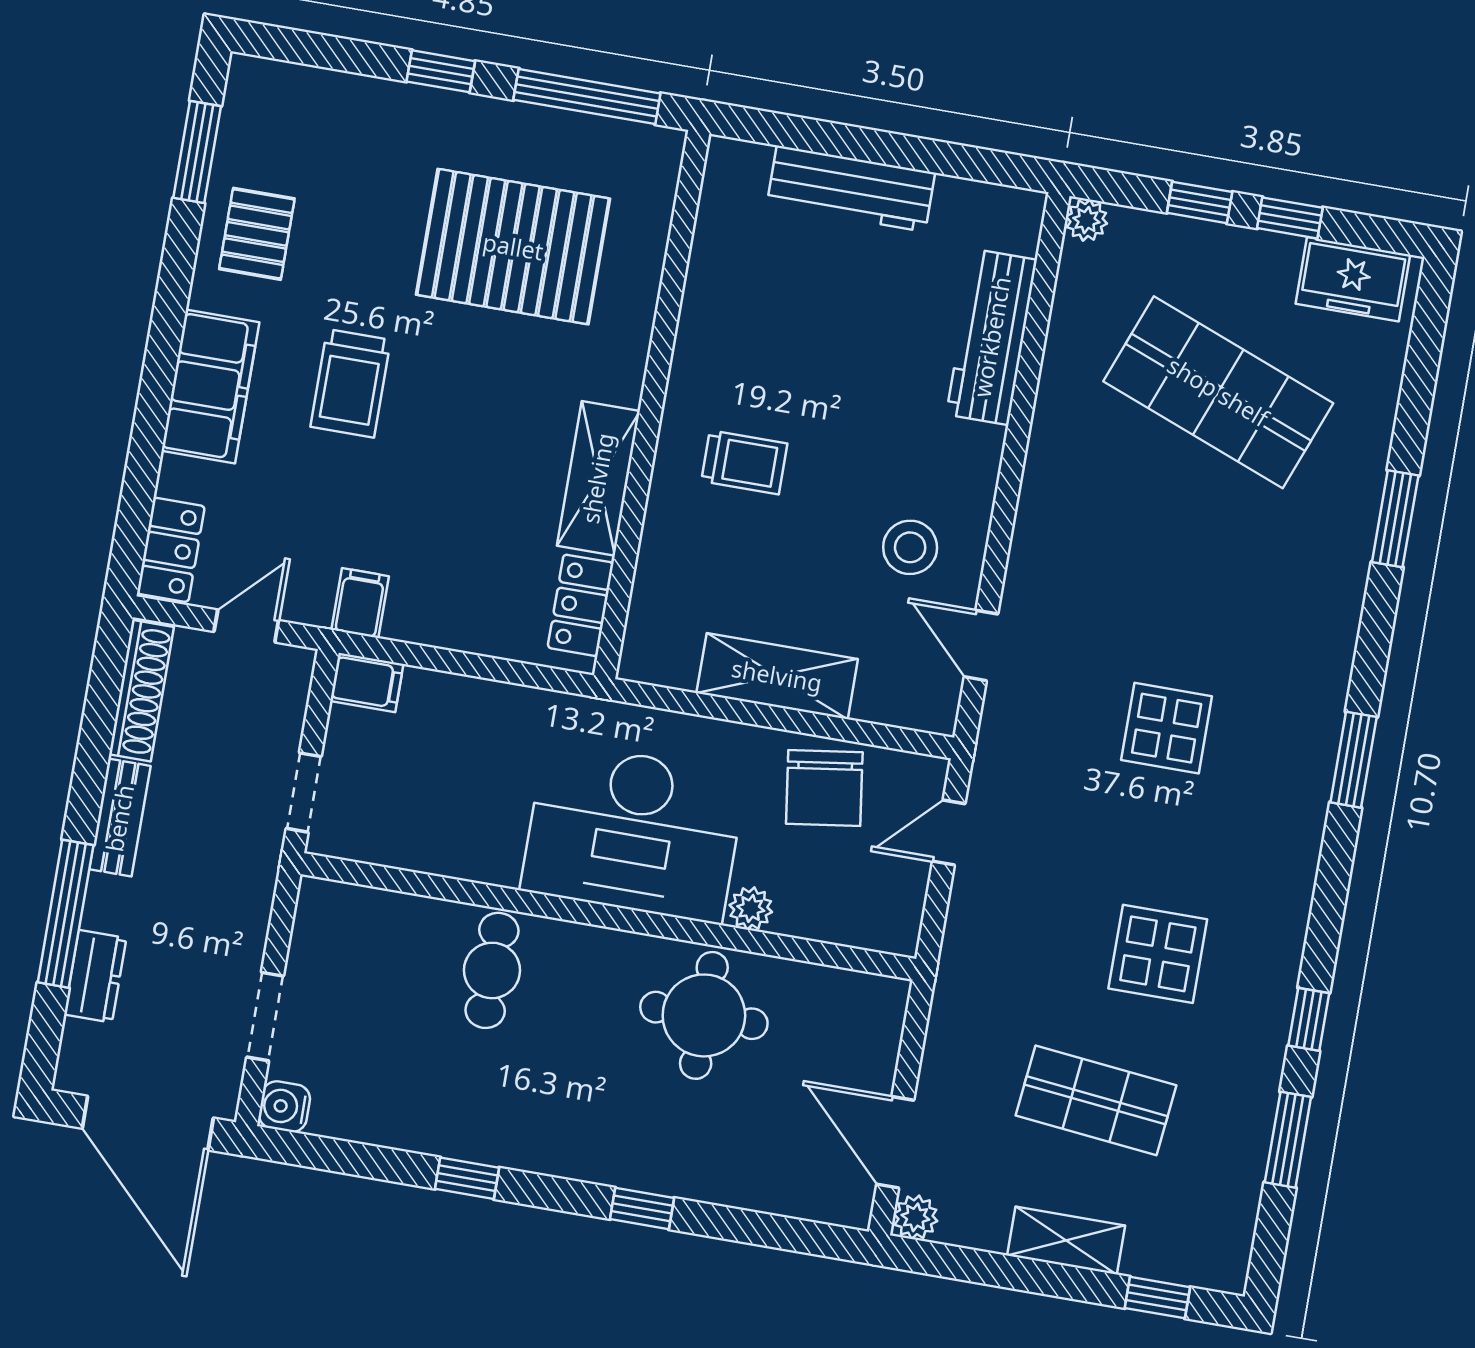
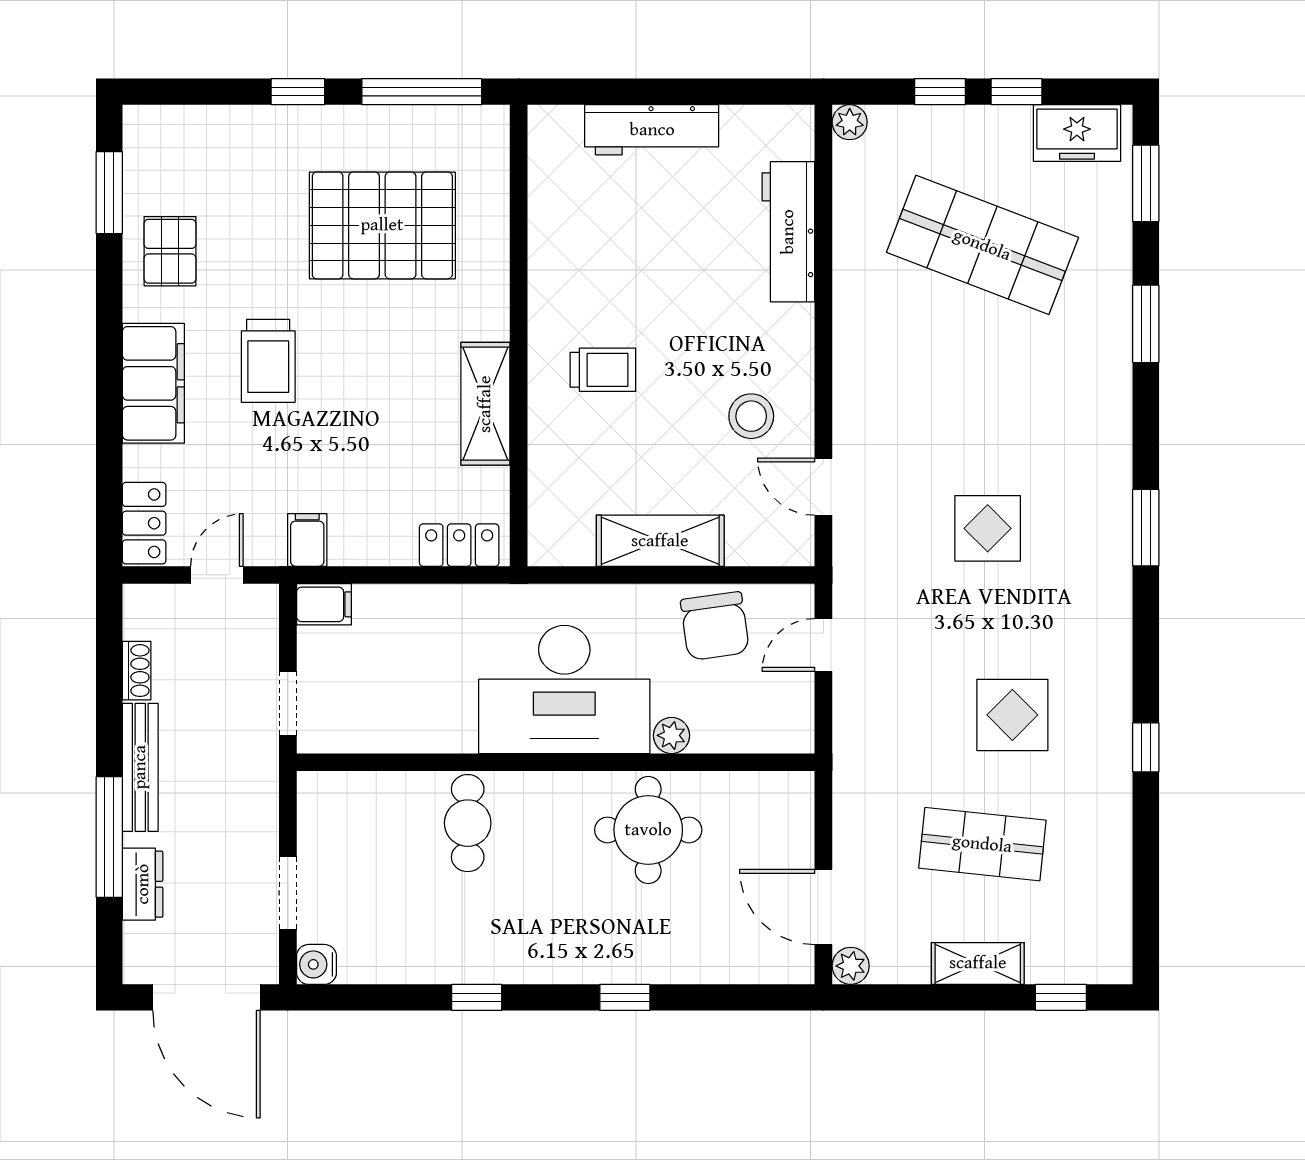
locker: (581, 605) -> (459, 545), moved, turned 90
shoe rack: (141, 691) -> (137, 671), width x0.51, depth x0.81
bench: (120, 818) -> (140, 767), width x1.36
window: (1288, 1140) -> (1146, 183), moved

